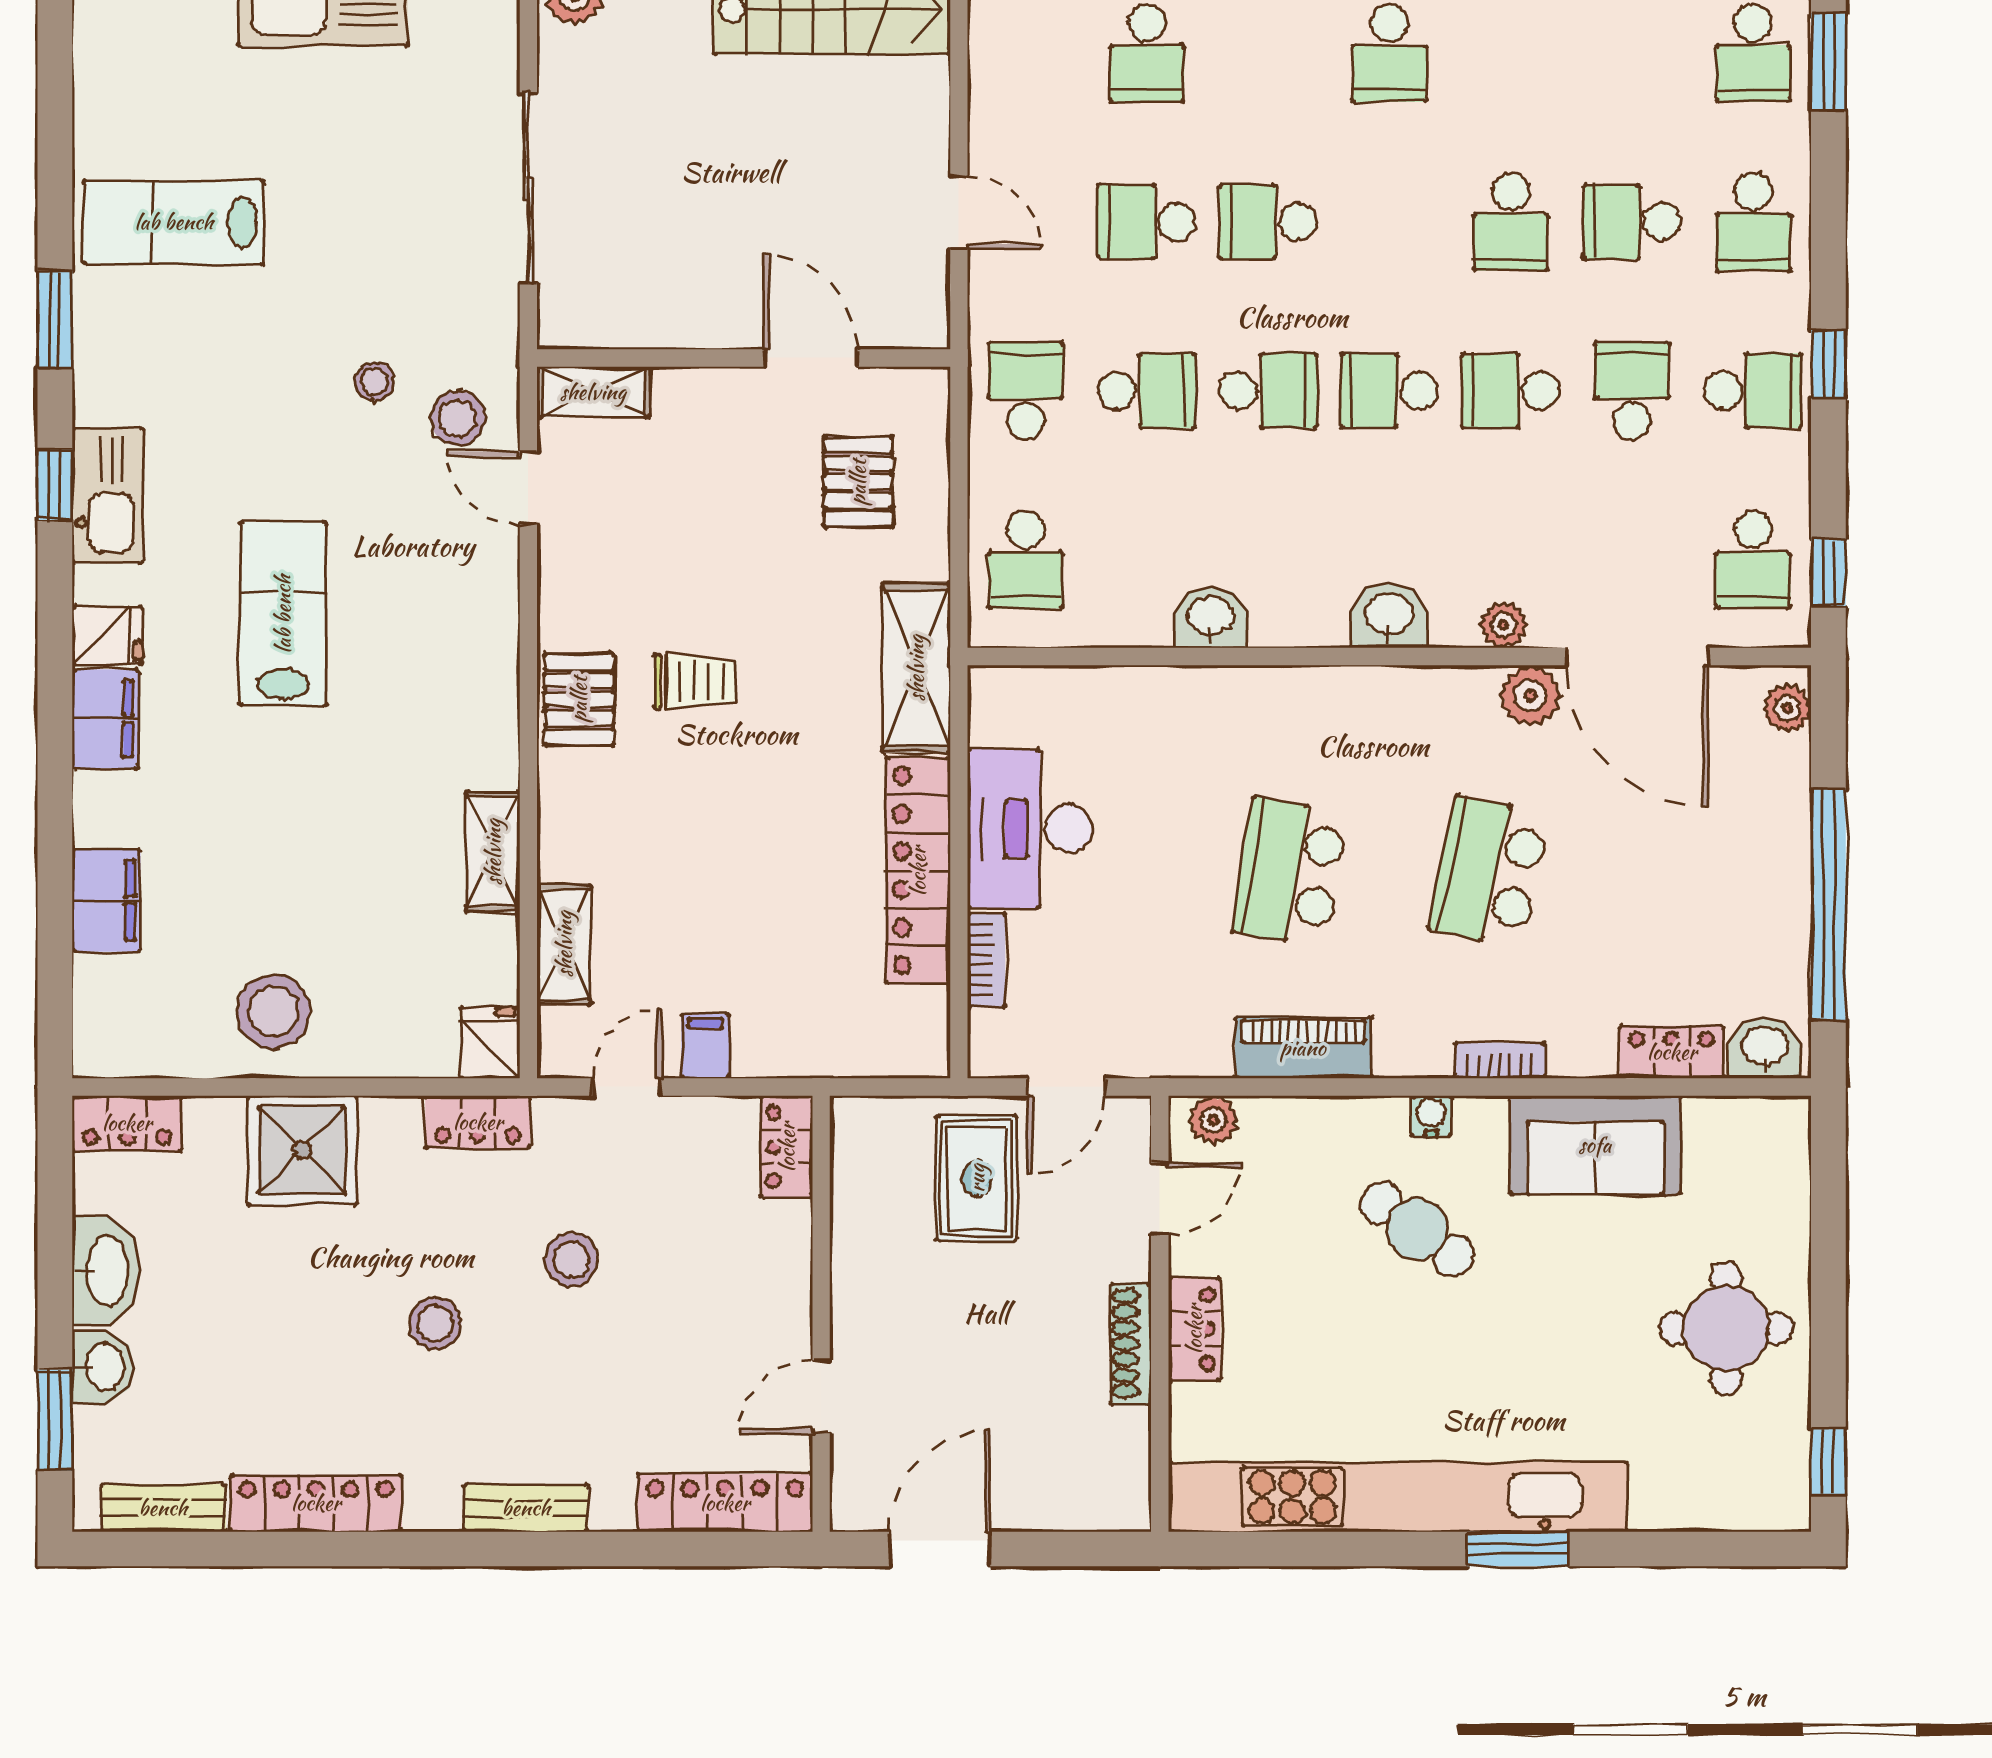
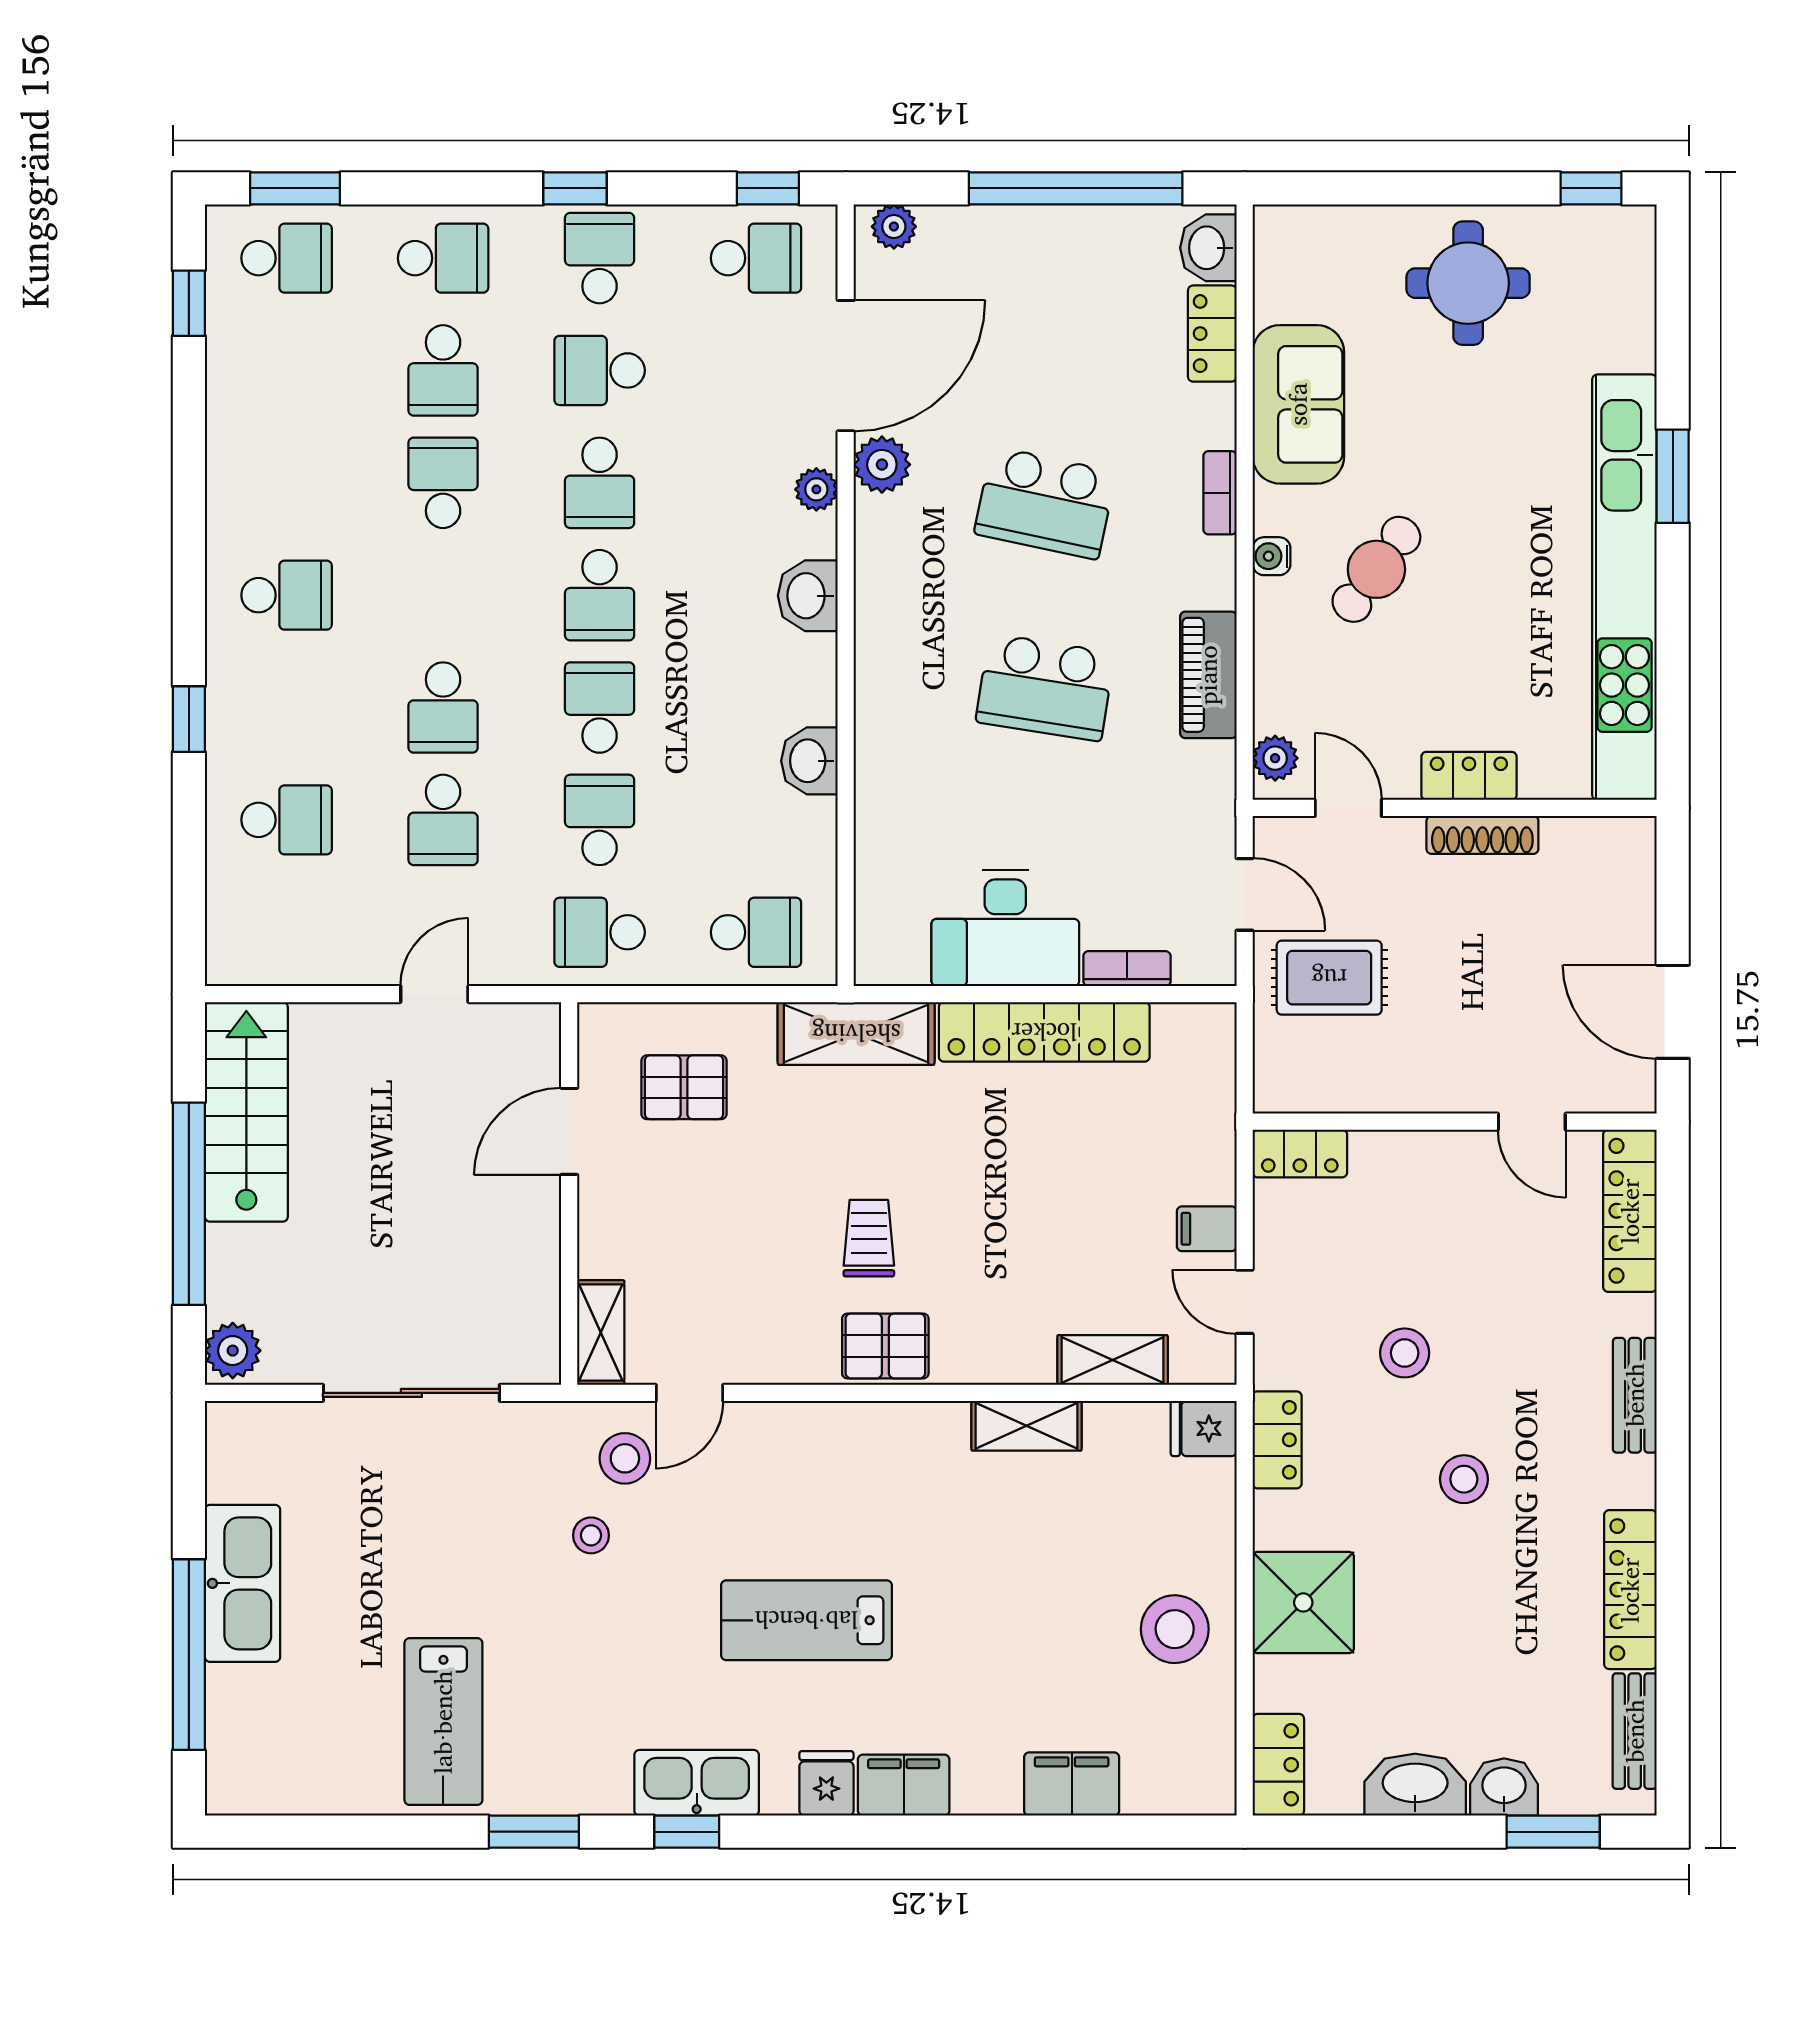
school desk: (1511, 222) -> (443, 483), turned -90

